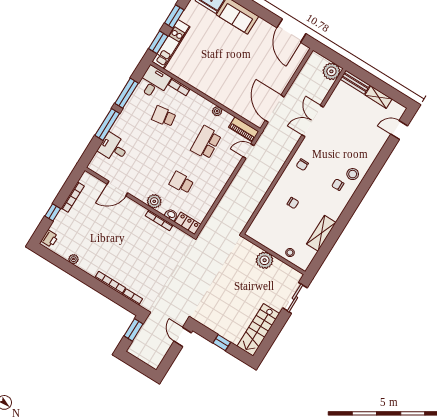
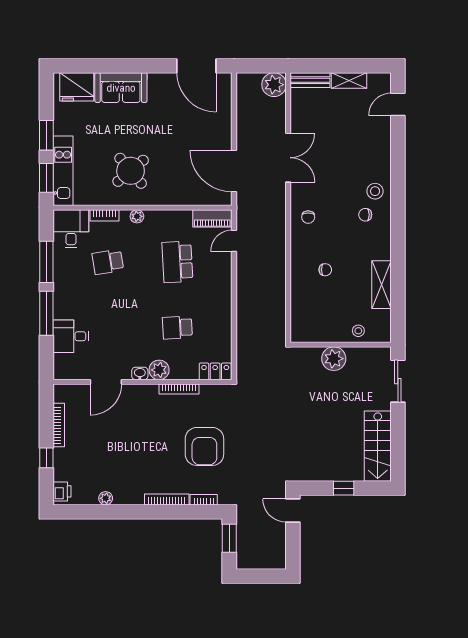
round table: (212, 70) -> (131, 171), added
plant: (217, 111) -> (137, 216), moved
double door: (313, 121) -> (288, 158), swing flipped
washbasin: (171, 215) -> (140, 373), moved
armchair: (153, 265) -> (204, 446), added

